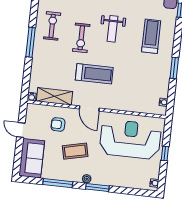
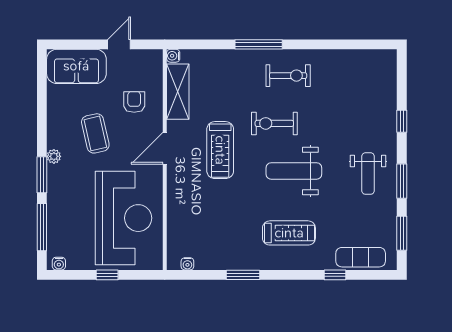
weight bench: (113, 29) -> (294, 171), width x1.36, depth x1.33
window: (58, 183) -> (42, 227), moved

